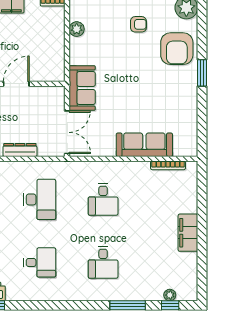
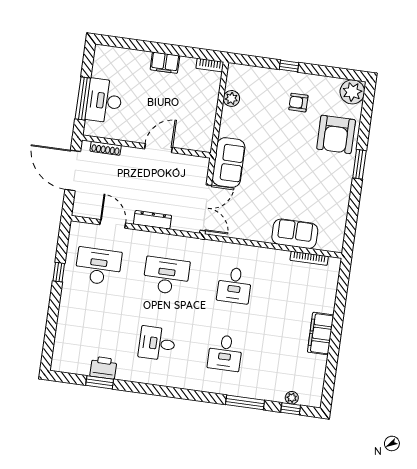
armchair: (138, 24) -> (298, 103), turned 180
sofa: (144, 145) -> (295, 234), width x0.73
desk: (40, 199) -> (166, 276), turned -90
desk: (40, 262) -> (157, 343), turned 180

